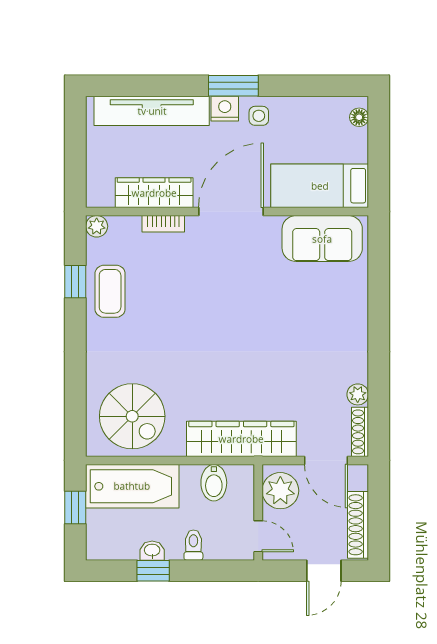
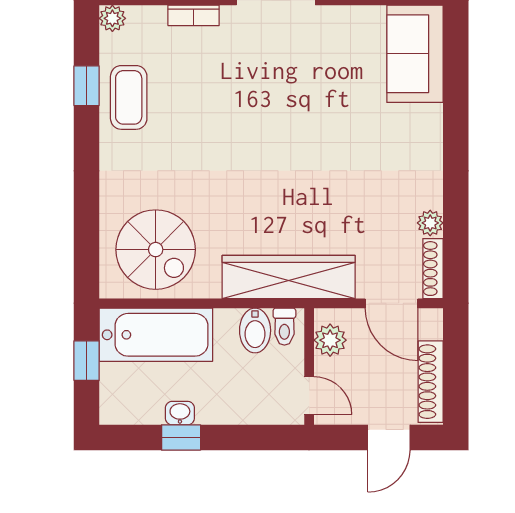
sofa: (322, 239) -> (415, 54), moved, turned 90
plant: (280, 491) -> (330, 340), width x0.73, depth x0.73
toilet: (193, 545) -> (284, 327), moved, turned 180

